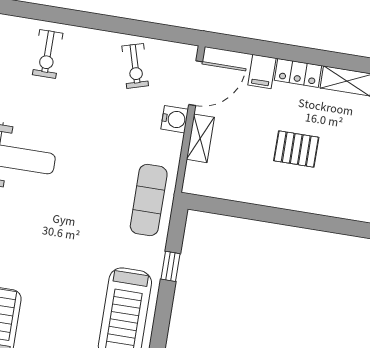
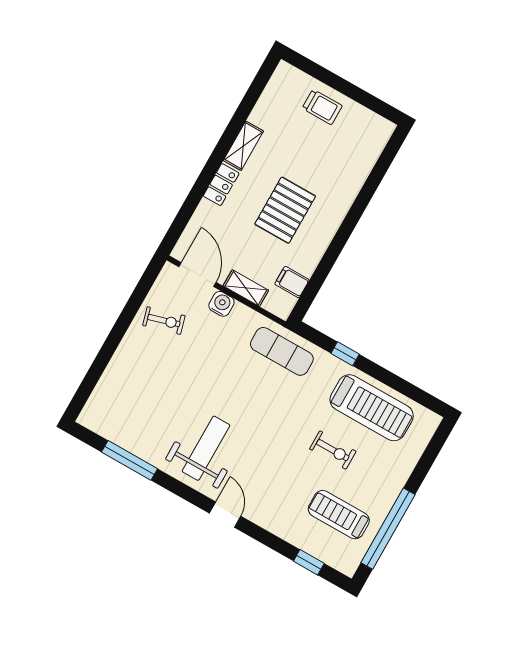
exercise bike: (48, 54) -> (333, 450), moved
filing cabinet: (262, 72) -> (292, 282), moved, turned 180
pallet: (296, 149) -> (285, 210), width x1.50, depth x1.42

